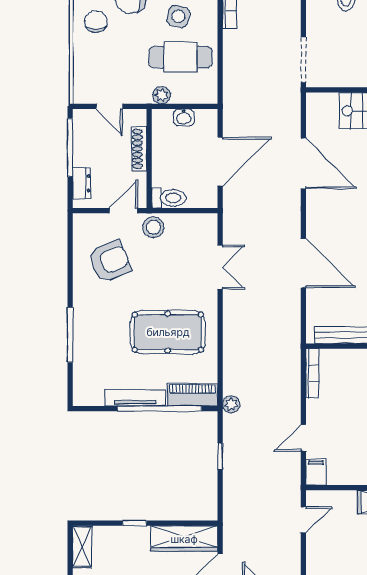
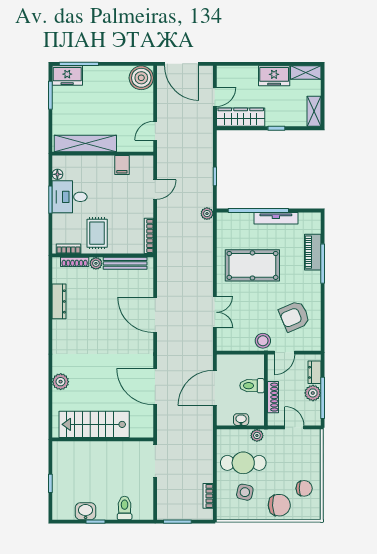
chair: (96, 22) -> (304, 488), turned -90
plant: (84, 154) -> (313, 393), added
toilet: (169, 198) -> (252, 386), moved
double door: (220, 267) -> (215, 312), swing flipped
piano: (192, 395) -> (313, 252), moved, turned 90
filing cabinet: (316, 472) -> (122, 165), moved

